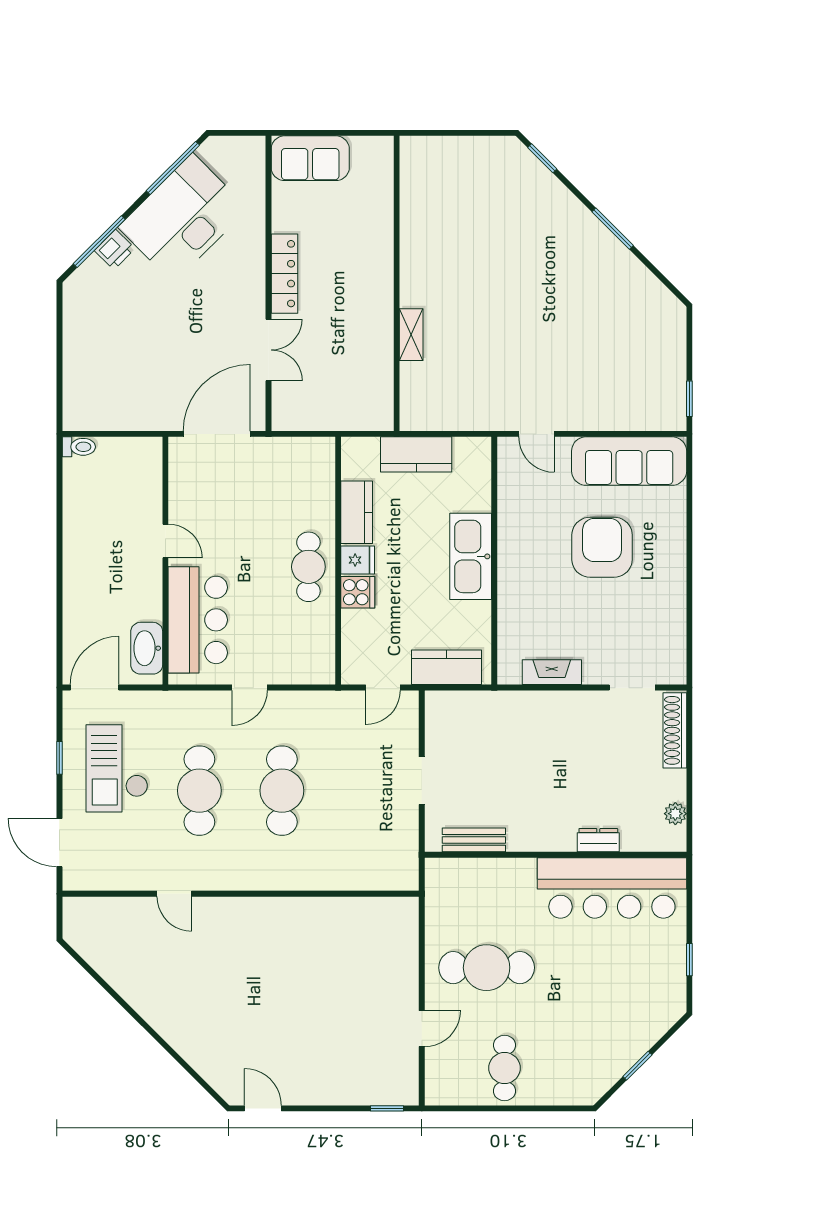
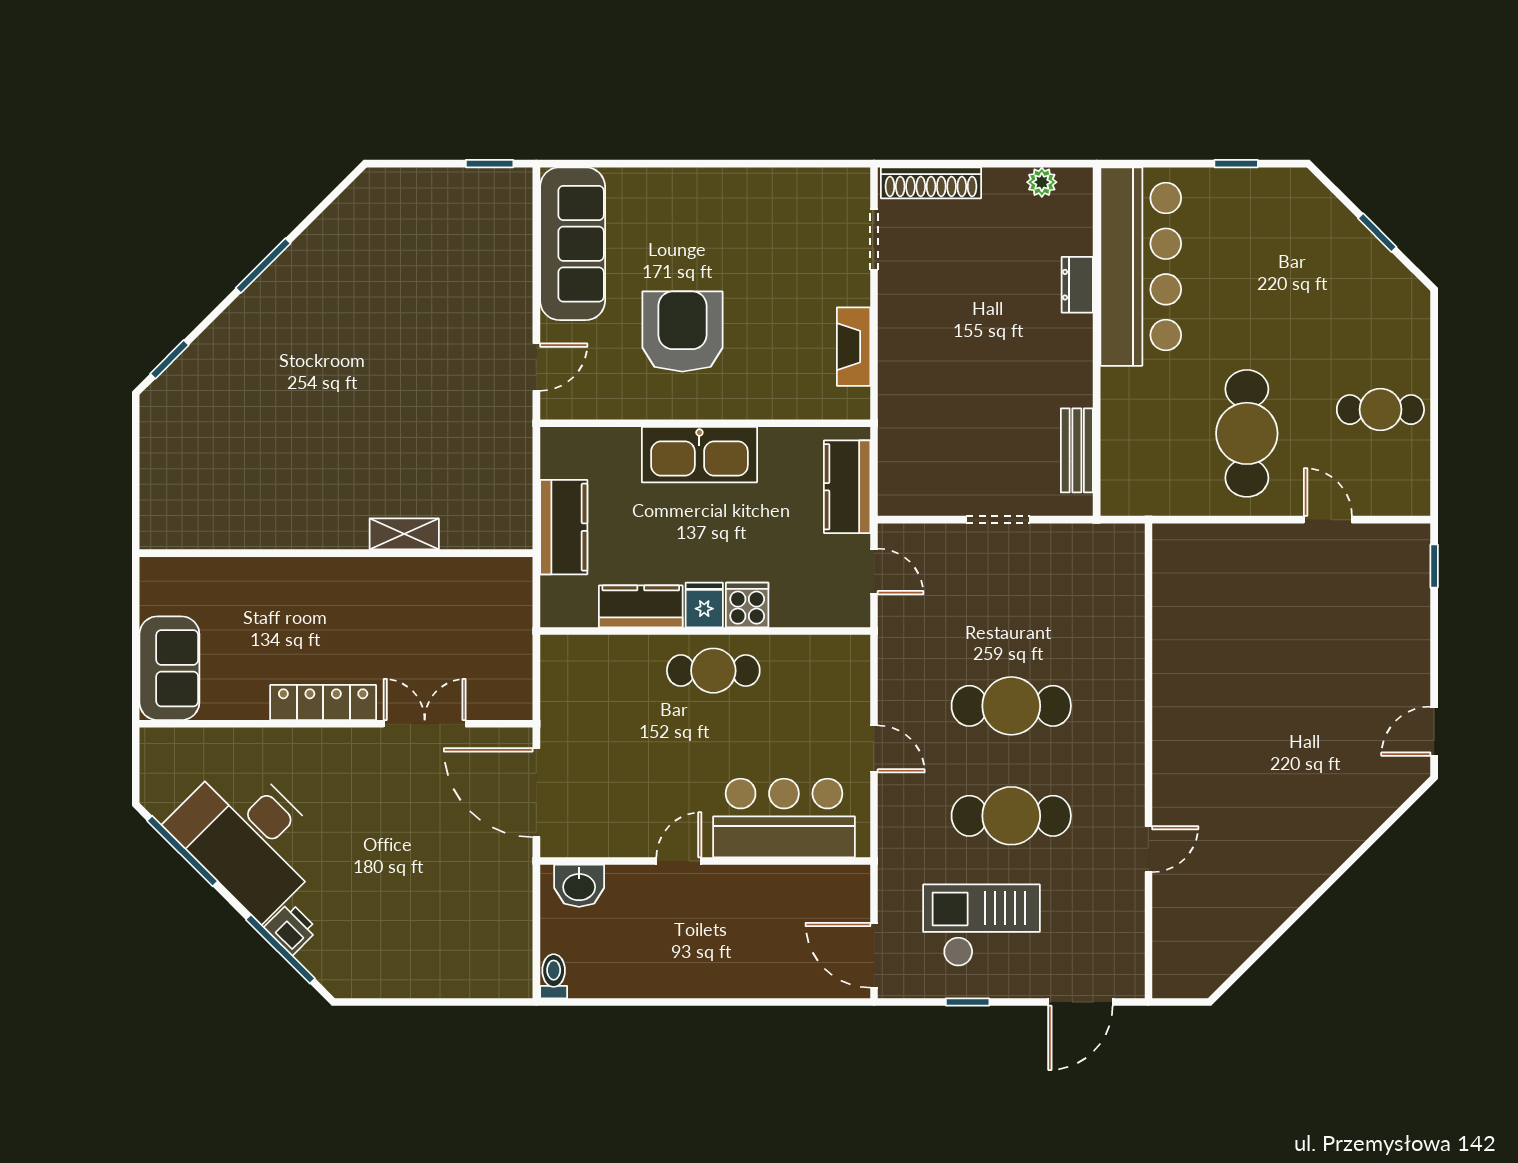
armchair: (602, 547) -> (682, 332), moved, turned 90
washbasin: (147, 648) -> (579, 886), moved, width x0.72
checkout: (117, 768) -> (982, 925), turned 180

